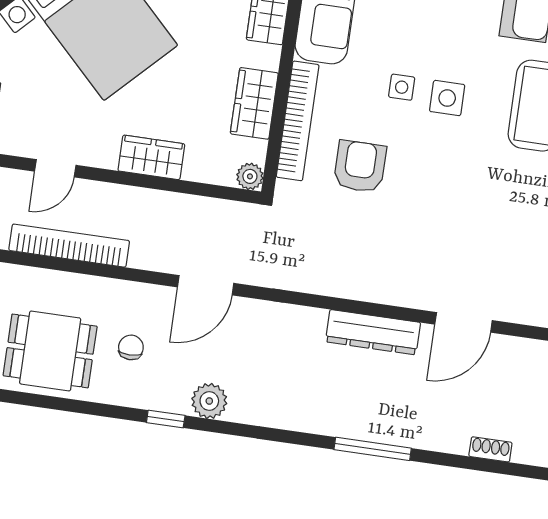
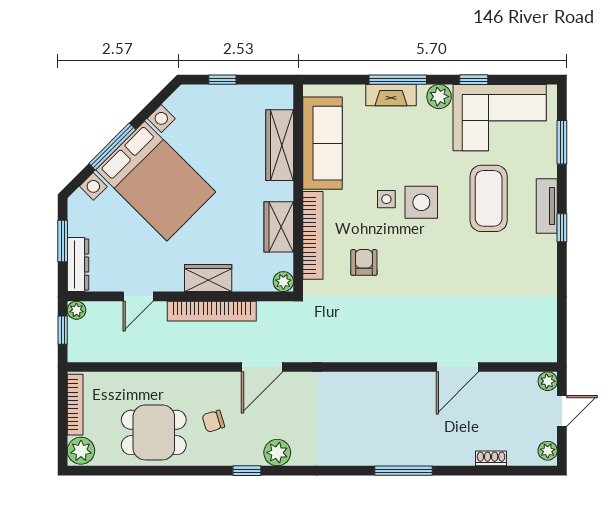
side table: (447, 98) -> (421, 202), width x1.37, depth x1.37
armchair: (360, 167) -> (364, 262), width x0.72, depth x0.72
bookcase: (69, 246) -> (212, 311), moved, turned 180
dresser: (373, 332) -> (391, 384), removed
chair: (131, 347) -> (213, 421), turned -107

